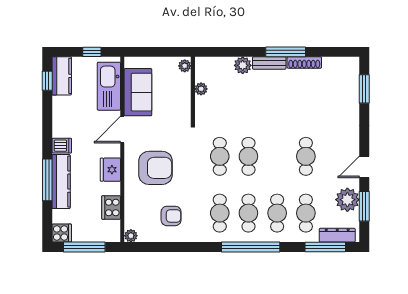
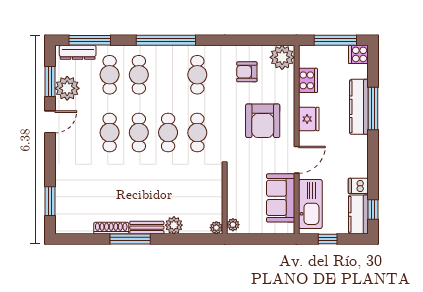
plant: (201, 89) -> (216, 228), moved
dishwasher: (62, 146) -> (358, 186), moved
armchair: (156, 168) -> (263, 121), turned -90
cafe table: (248, 213) -> (139, 133), moved
plant: (131, 236) -> (282, 57), width x1.88, depth x1.88

